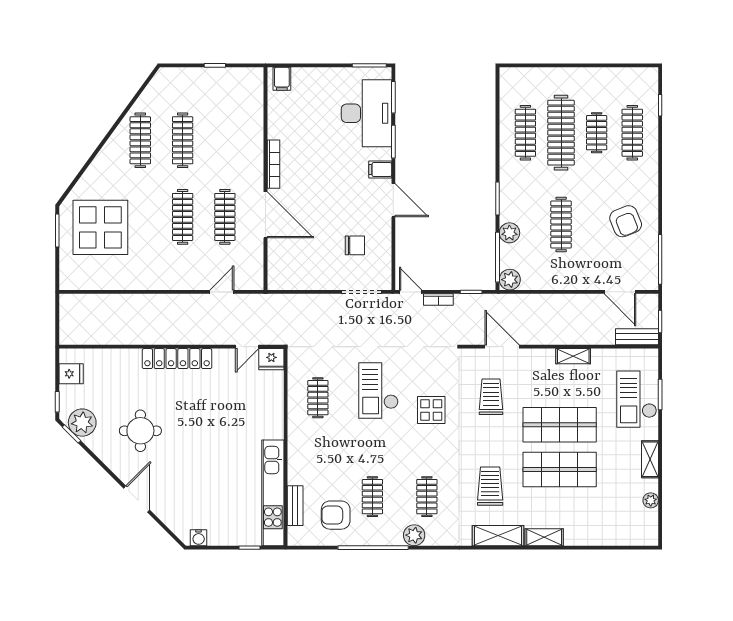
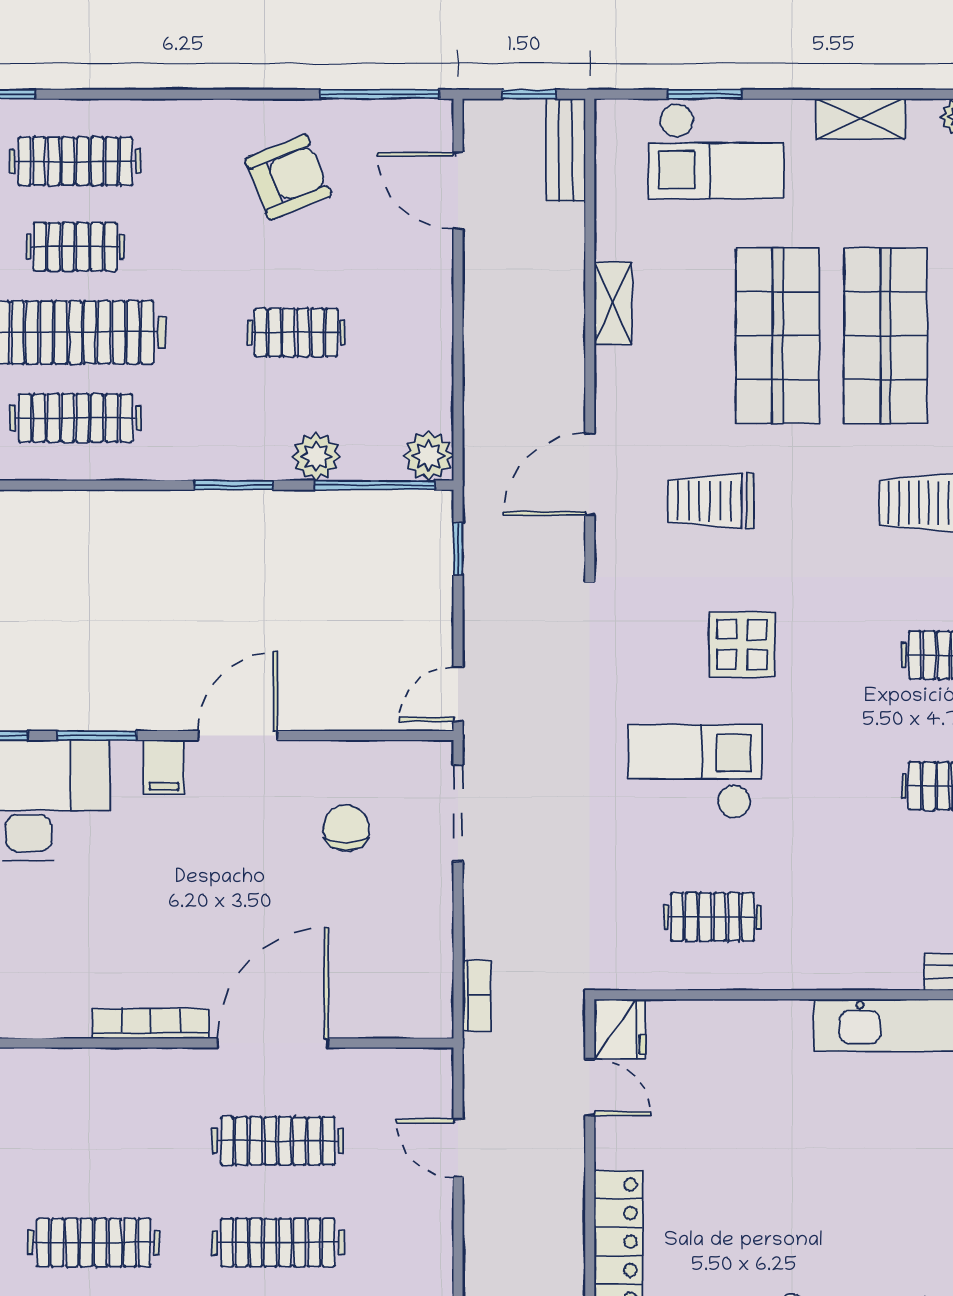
clothes rail: (561, 225) -> (296, 332), width x0.73
door: (620, 292) -> (458, 191), swing flipped
bookcase: (438, 300) -> (477, 996), moved
checkout: (378, 391) -> (695, 771), turned 180

